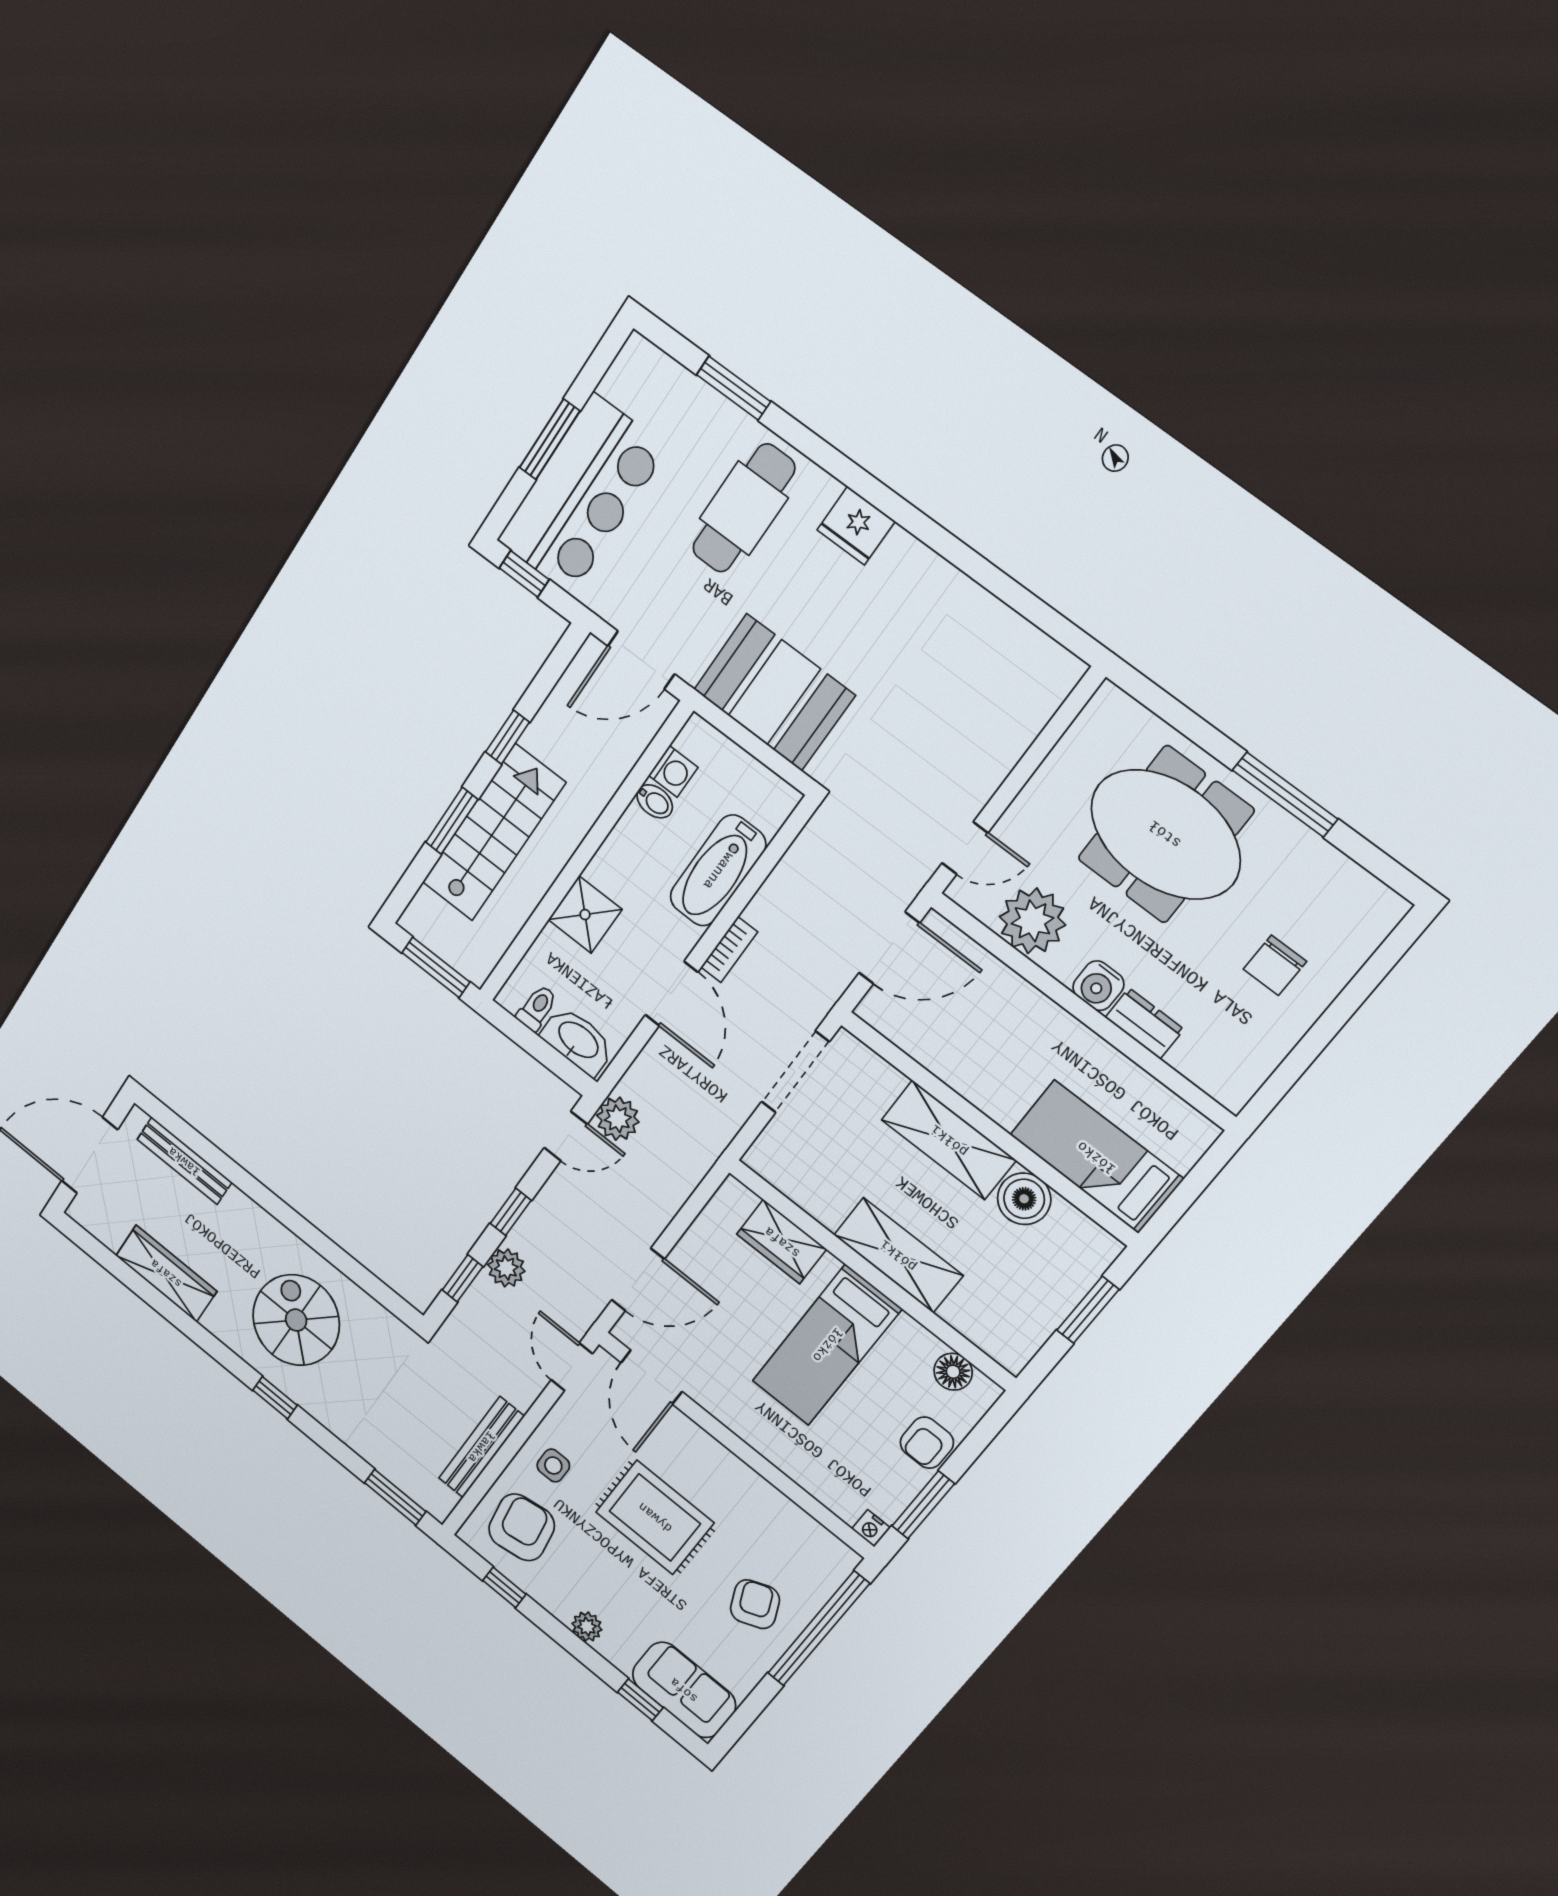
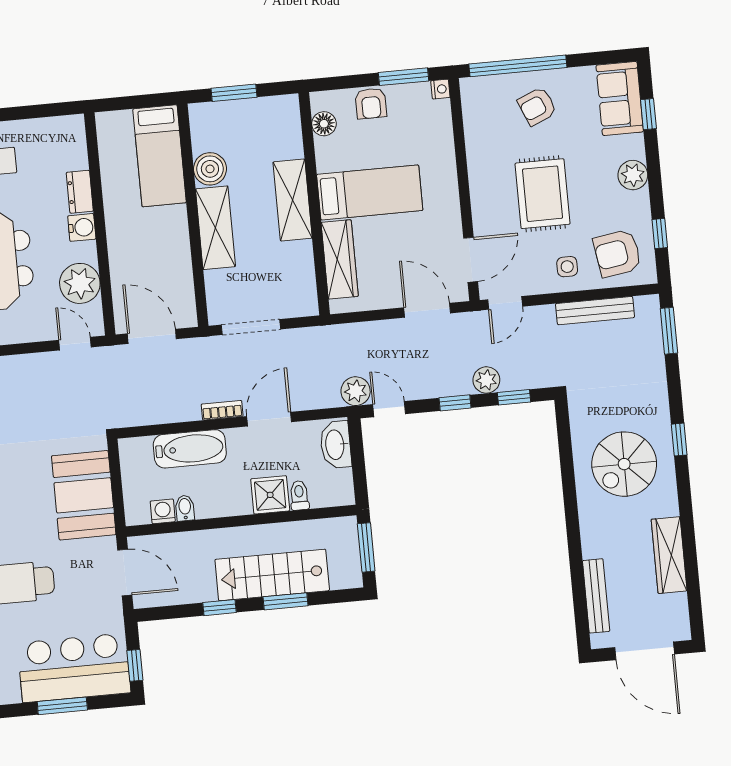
toilet: (537, 1008) -> (299, 495), moved, turned 90
wardrobe: (782, 1242) -> (340, 259), width x1.50
armchair: (927, 1443) -> (371, 103), turned 90
plant: (587, 1627) -> (633, 175), width x1.38, depth x1.38

